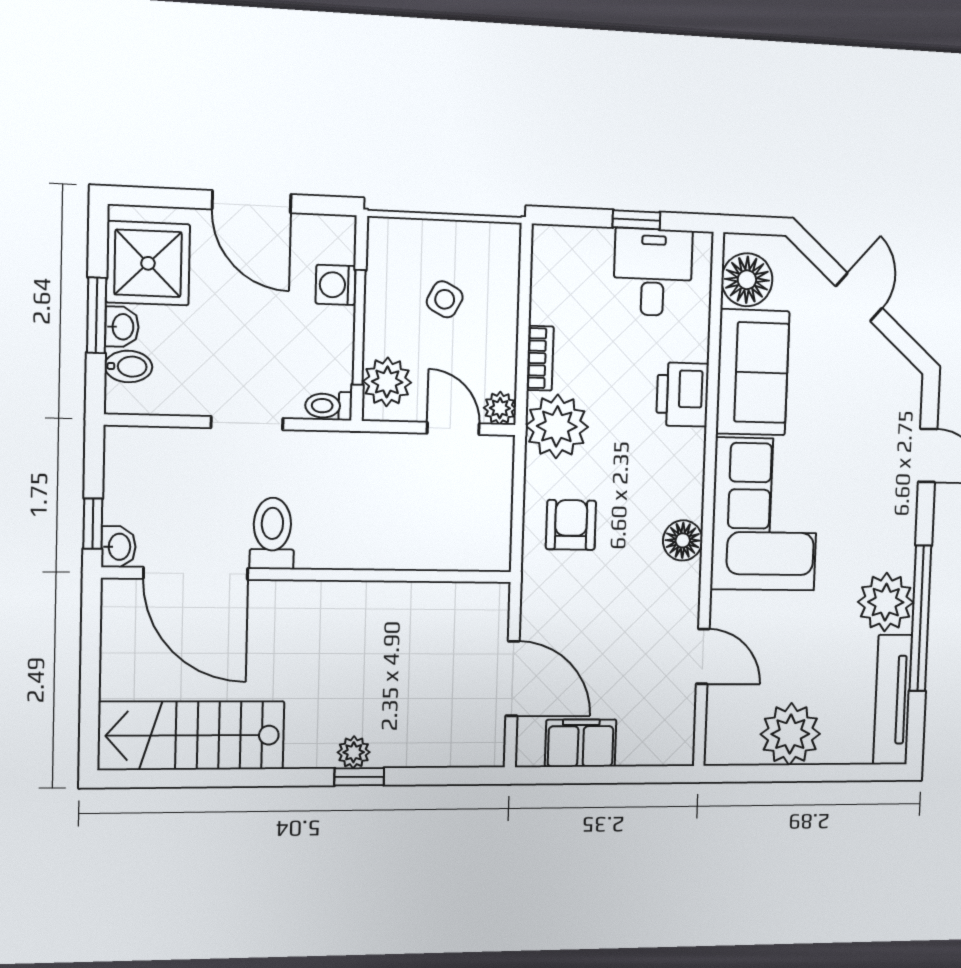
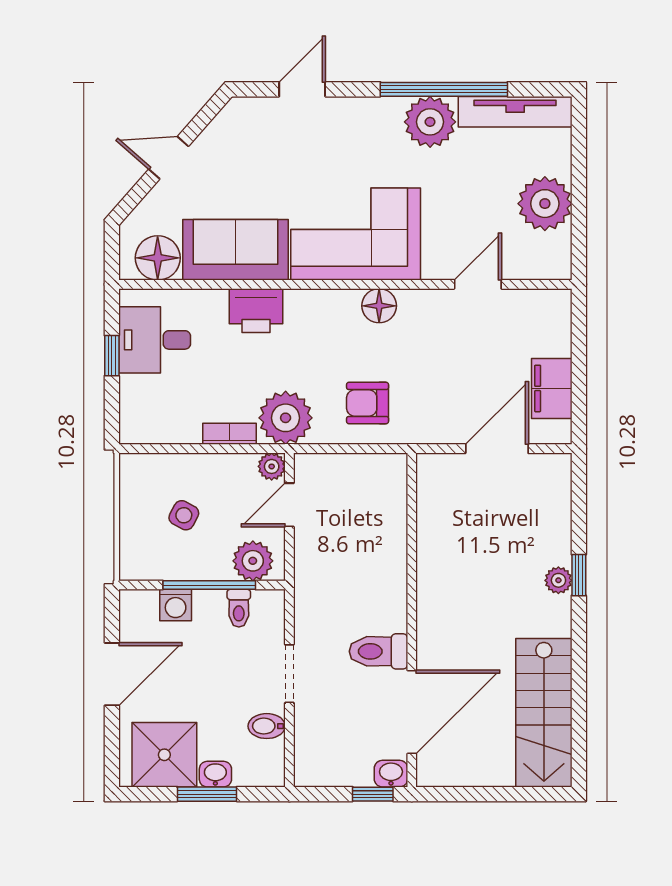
bidet: (128, 367) -> (267, 726), moved, turned -90
toilet: (329, 406) -> (239, 608), moved

